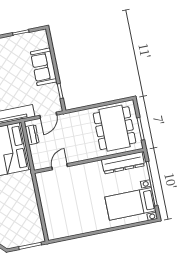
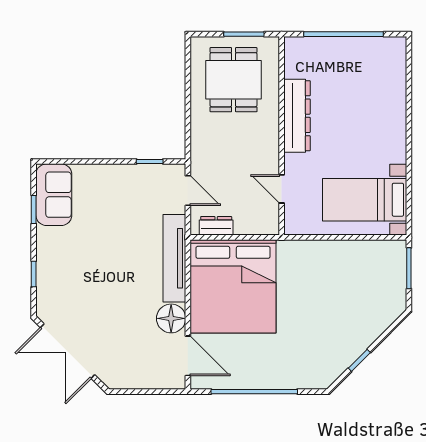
sofa: (44, 67) -> (54, 195), moved, turned -90
dining table: (114, 128) -> (234, 80), width x0.73
dresser: (123, 163) -> (297, 116), moved
bed with nightstands: (130, 204) -> (365, 200), moved, turned 90

